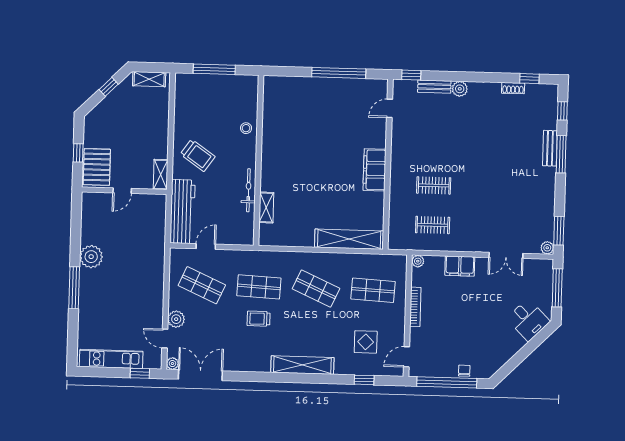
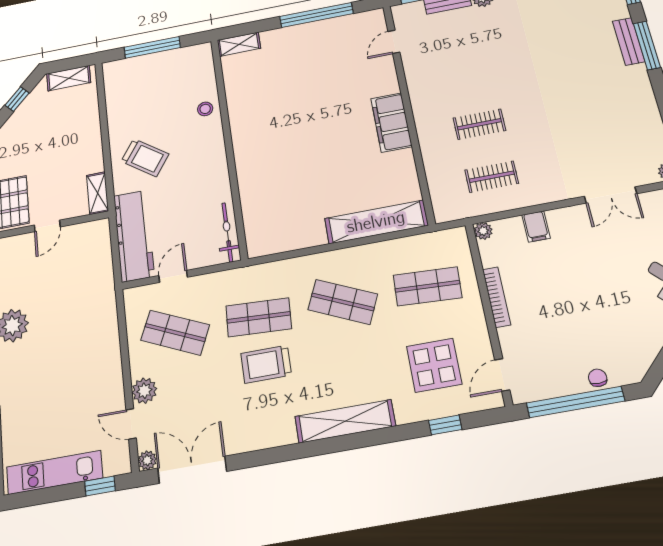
bicycle: (248, 190) -> (227, 232), moved
shelving: (266, 207) -> (239, 44), moved, turned 90
filing cabinet: (460, 266) -> (536, 226), width x0.50
trolley: (259, 319) -> (266, 364), width x1.36, depth x1.39
display table: (366, 342) -> (434, 365), width x1.36, depth x1.36

